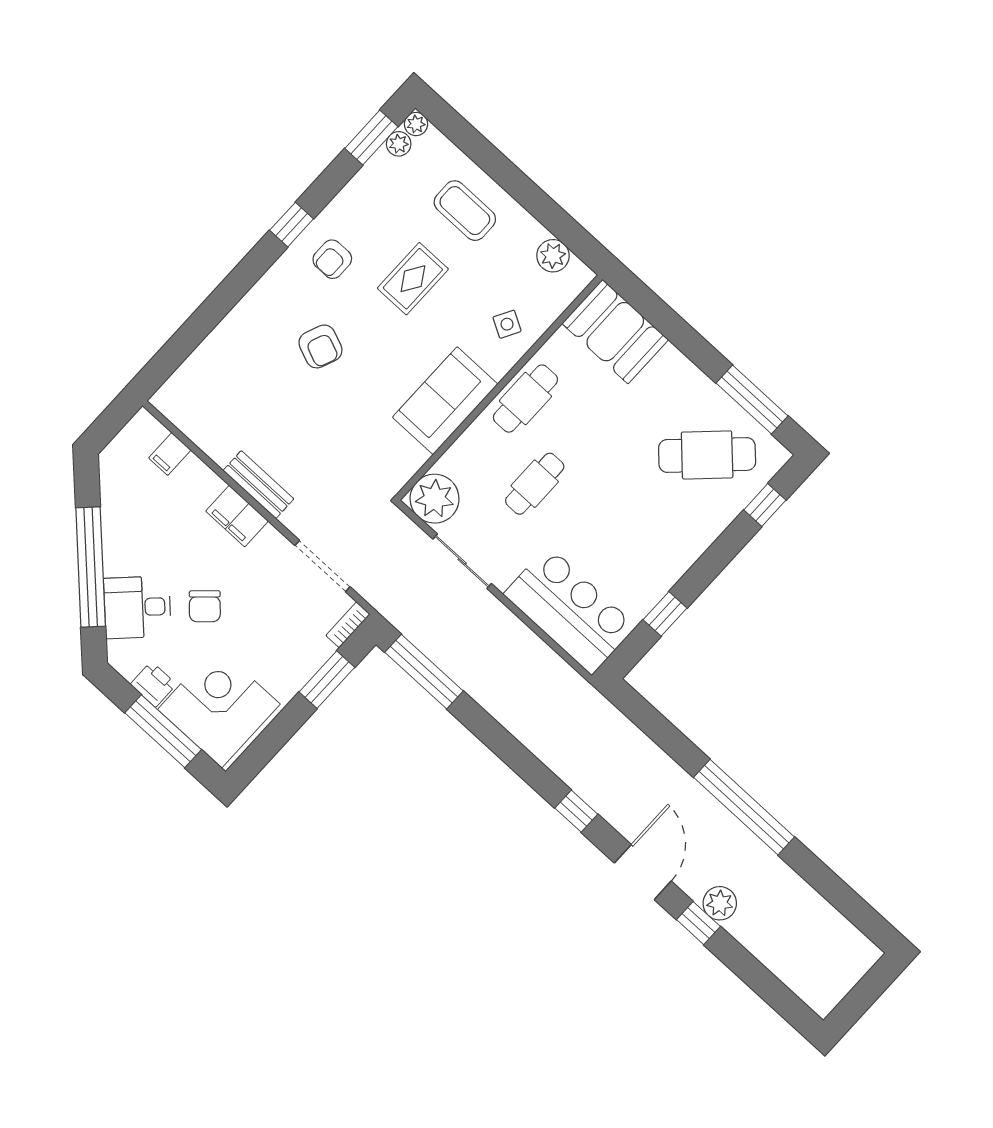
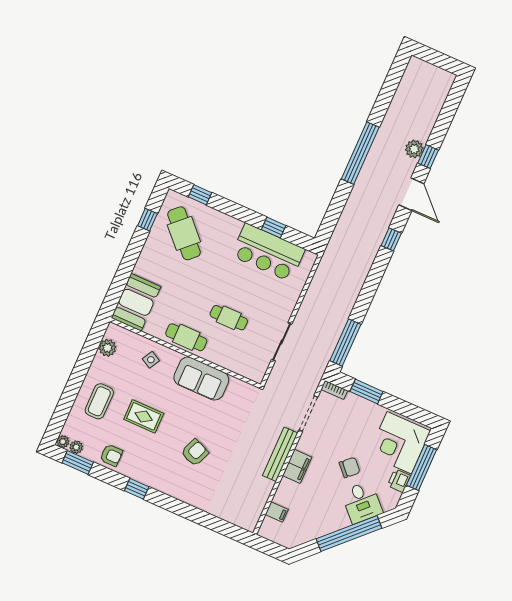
armchair: (332, 259) -> (111, 455), moved
window: (752, 400) -> (147, 220), width x0.46
bench: (258, 485) -> (280, 454), width x1.36
plant: (435, 499) -> (254, 367), removed
bar counter: (570, 610) -> (268, 252), moved, turned -90
door: (643, 872) -> (411, 194), swing flipped

